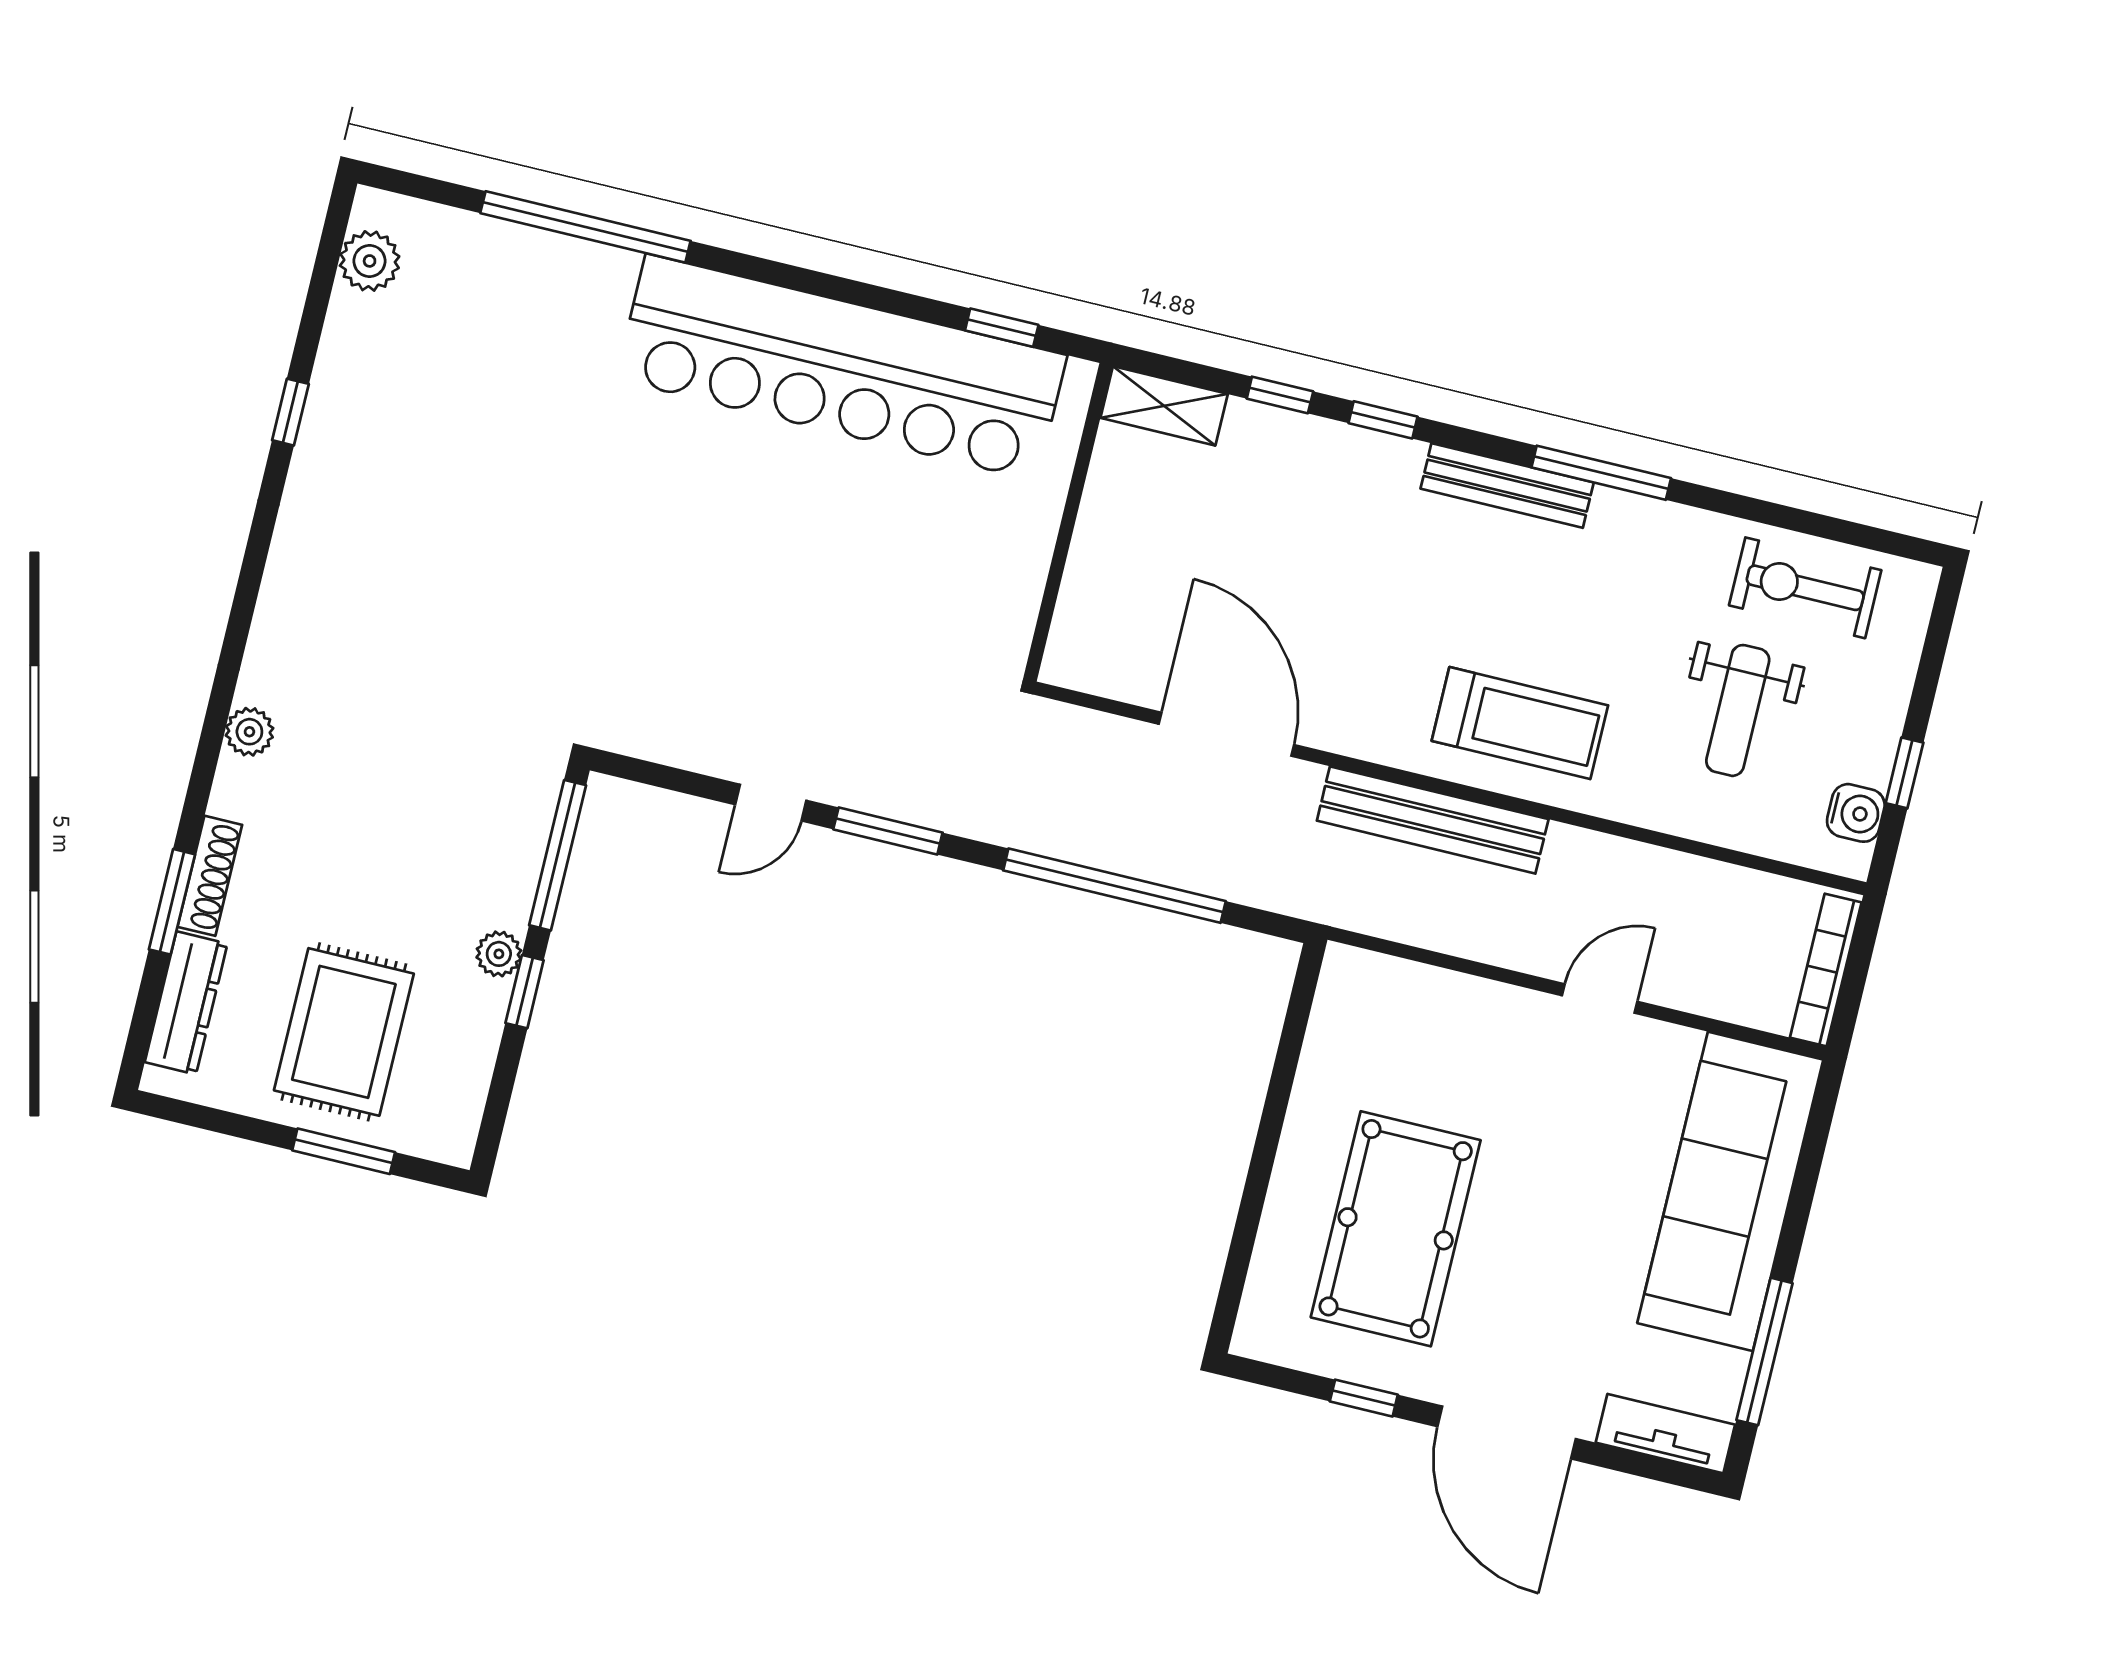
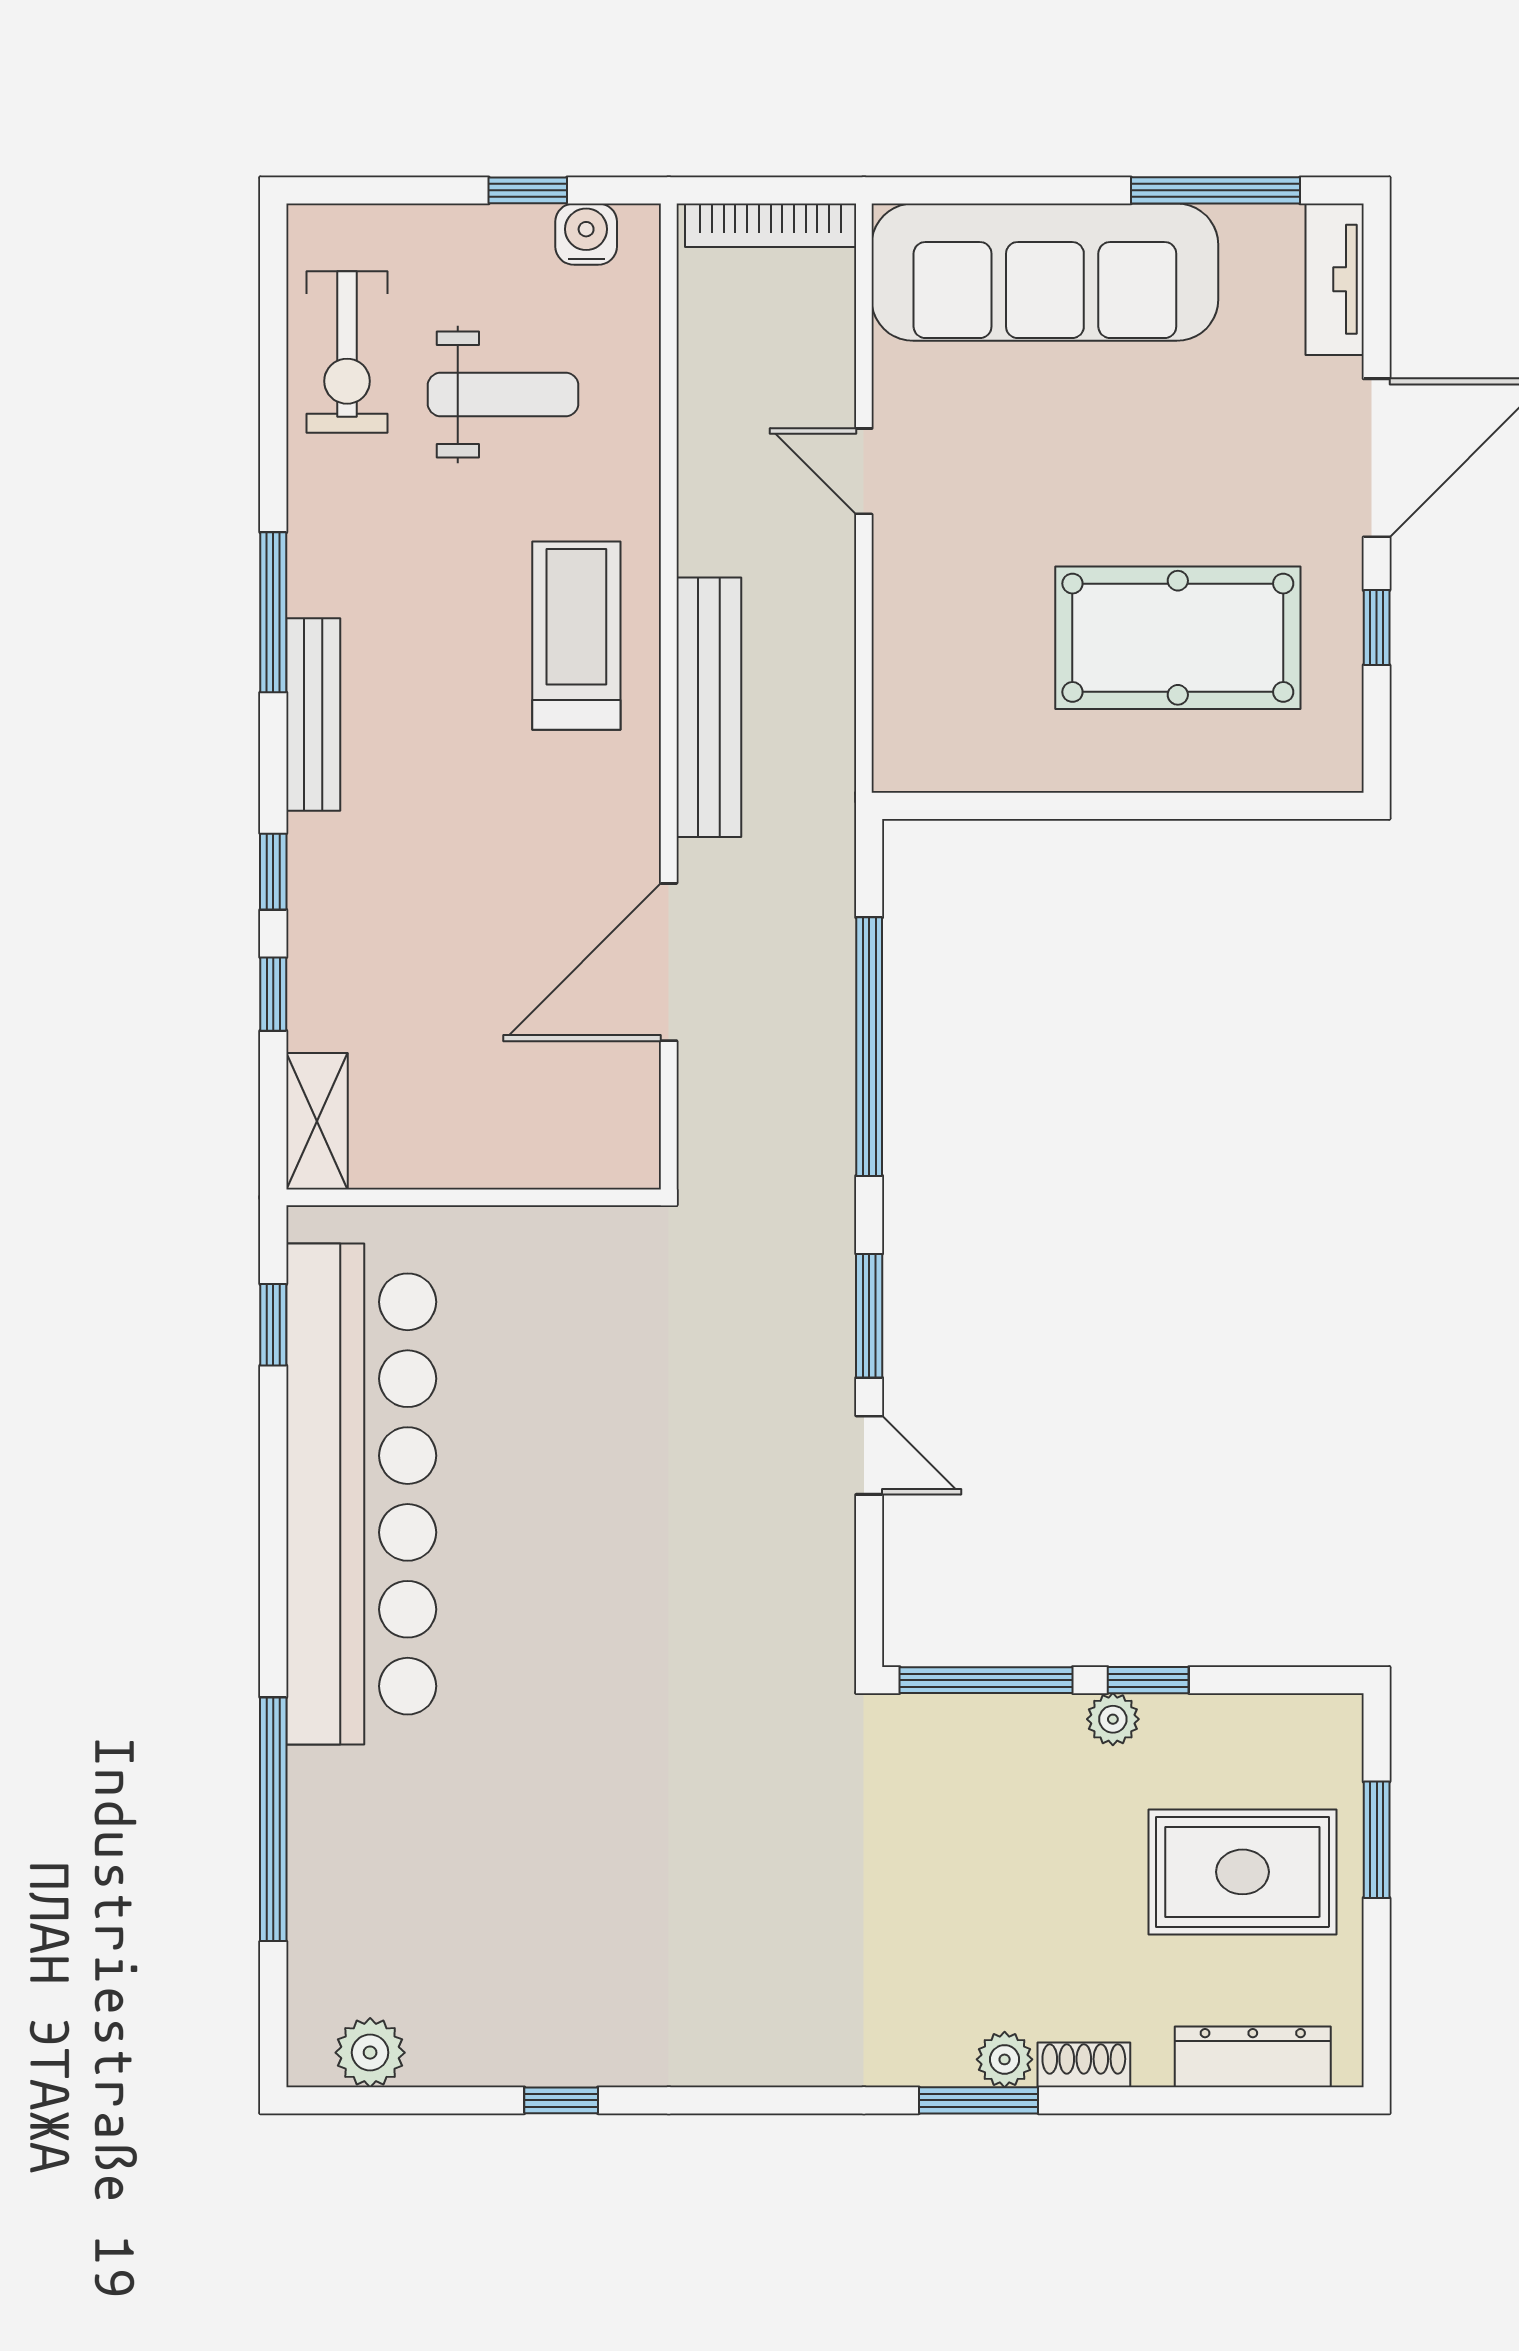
plant: (249, 732) -> (1005, 2059), moved
shoe rack: (210, 876) -> (1084, 2065), width x0.70
window: (172, 902) -> (979, 2100), moved

